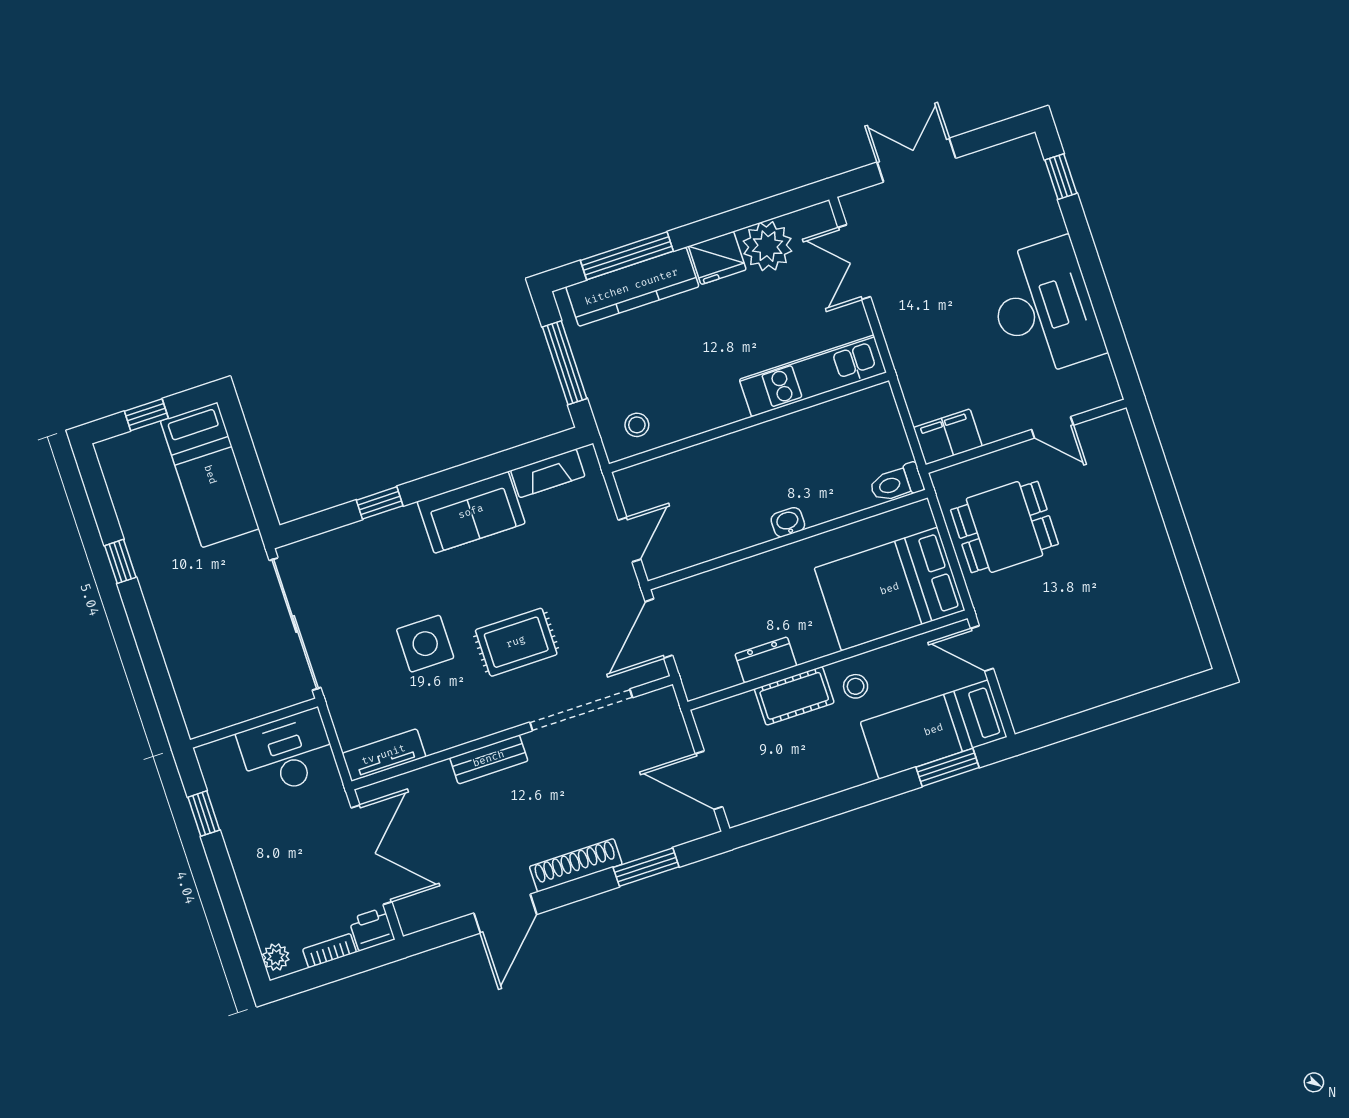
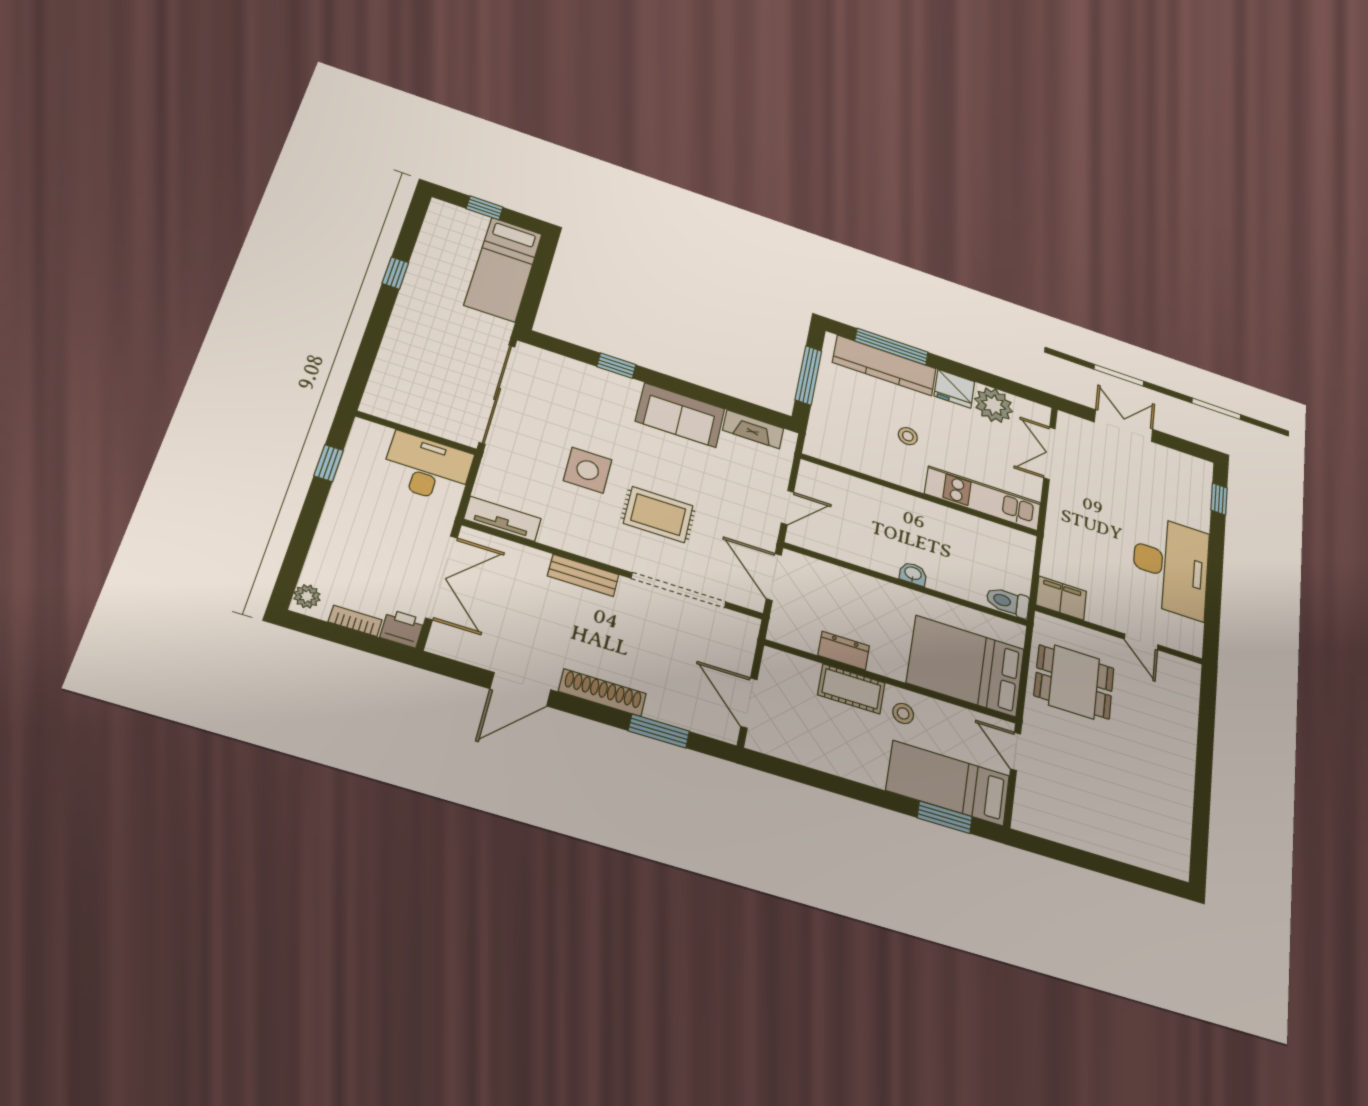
stool: (637, 425) -> (908, 436), moved
door: (659, 629) -> (774, 577), hinge flipped

